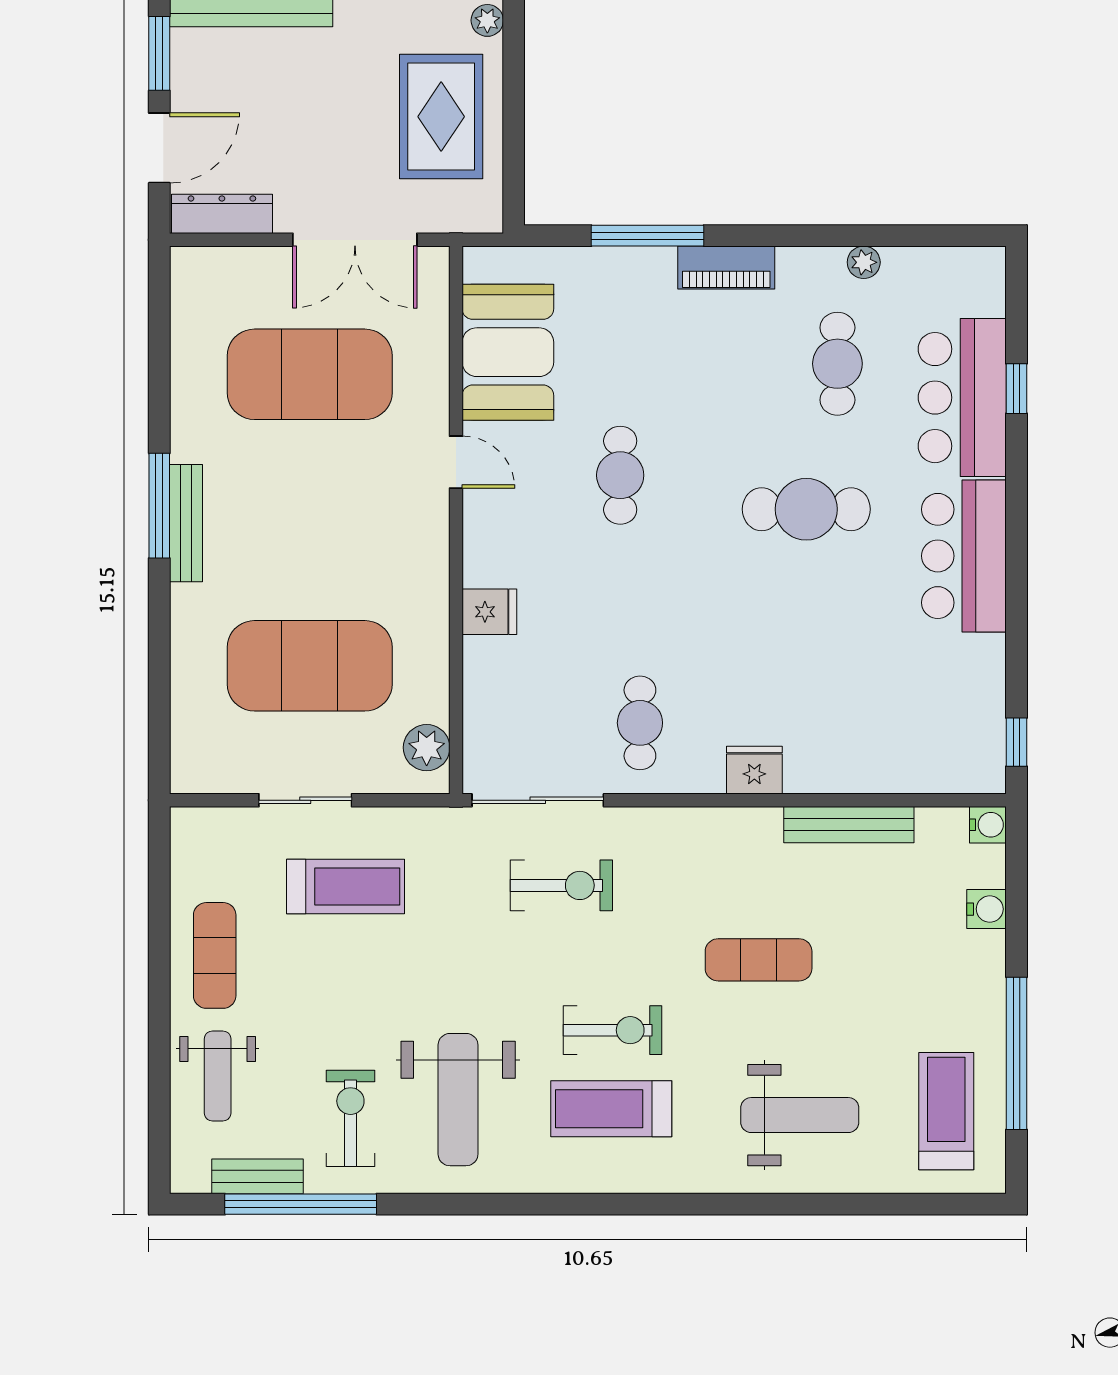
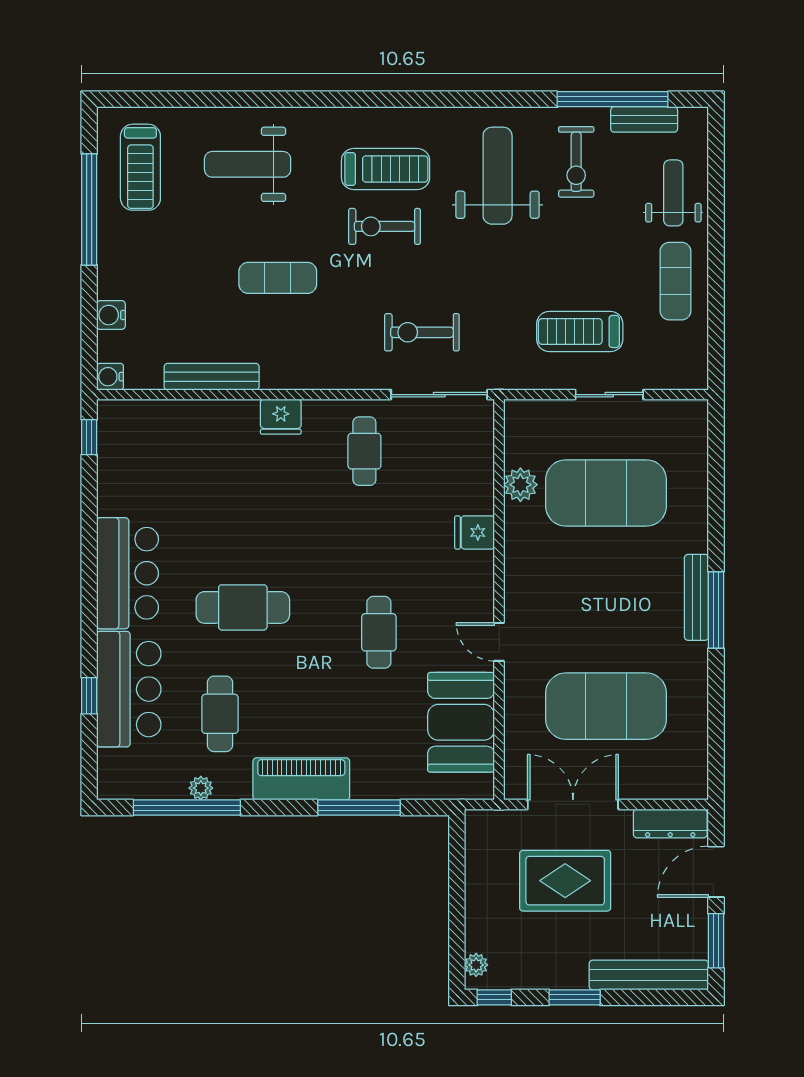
rug: (441, 117) -> (565, 881), moved, turned 90
window: (883, 236) -> (187, 808), added
piano: (726, 268) -> (301, 779), width x1.37, depth x1.33
plant: (427, 748) -> (520, 485), moved

